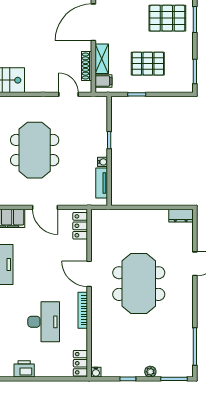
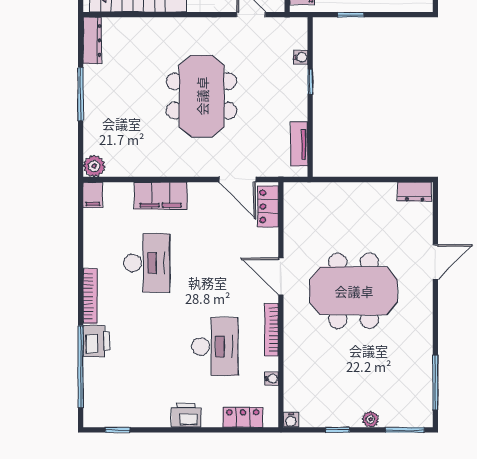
water cooler: (103, 162) -> (301, 57), moved
door: (45, 207) -> (237, 180), moved
meeting table: (139, 284) -> (354, 291), turned 90
water cooler: (83, 344) -> (272, 379), added
locker: (80, 363) -> (243, 417), moved, turned 90

